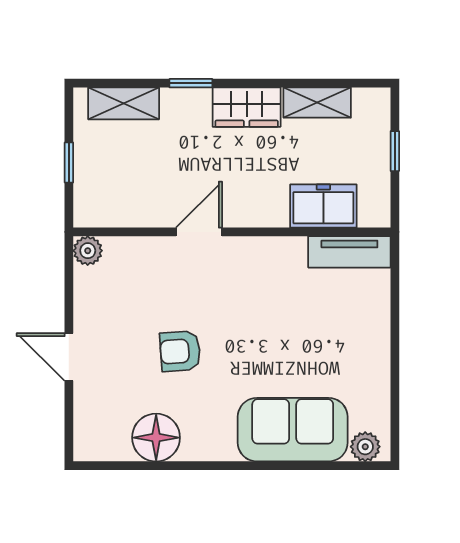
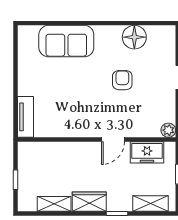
freezer: (323, 206) -> (147, 152), moved
tv unit: (349, 252) -> (25, 117), moved, turned 90
armchair: (180, 351) -> (122, 80), turned -86
plant: (365, 447) -> (30, 33), removed

